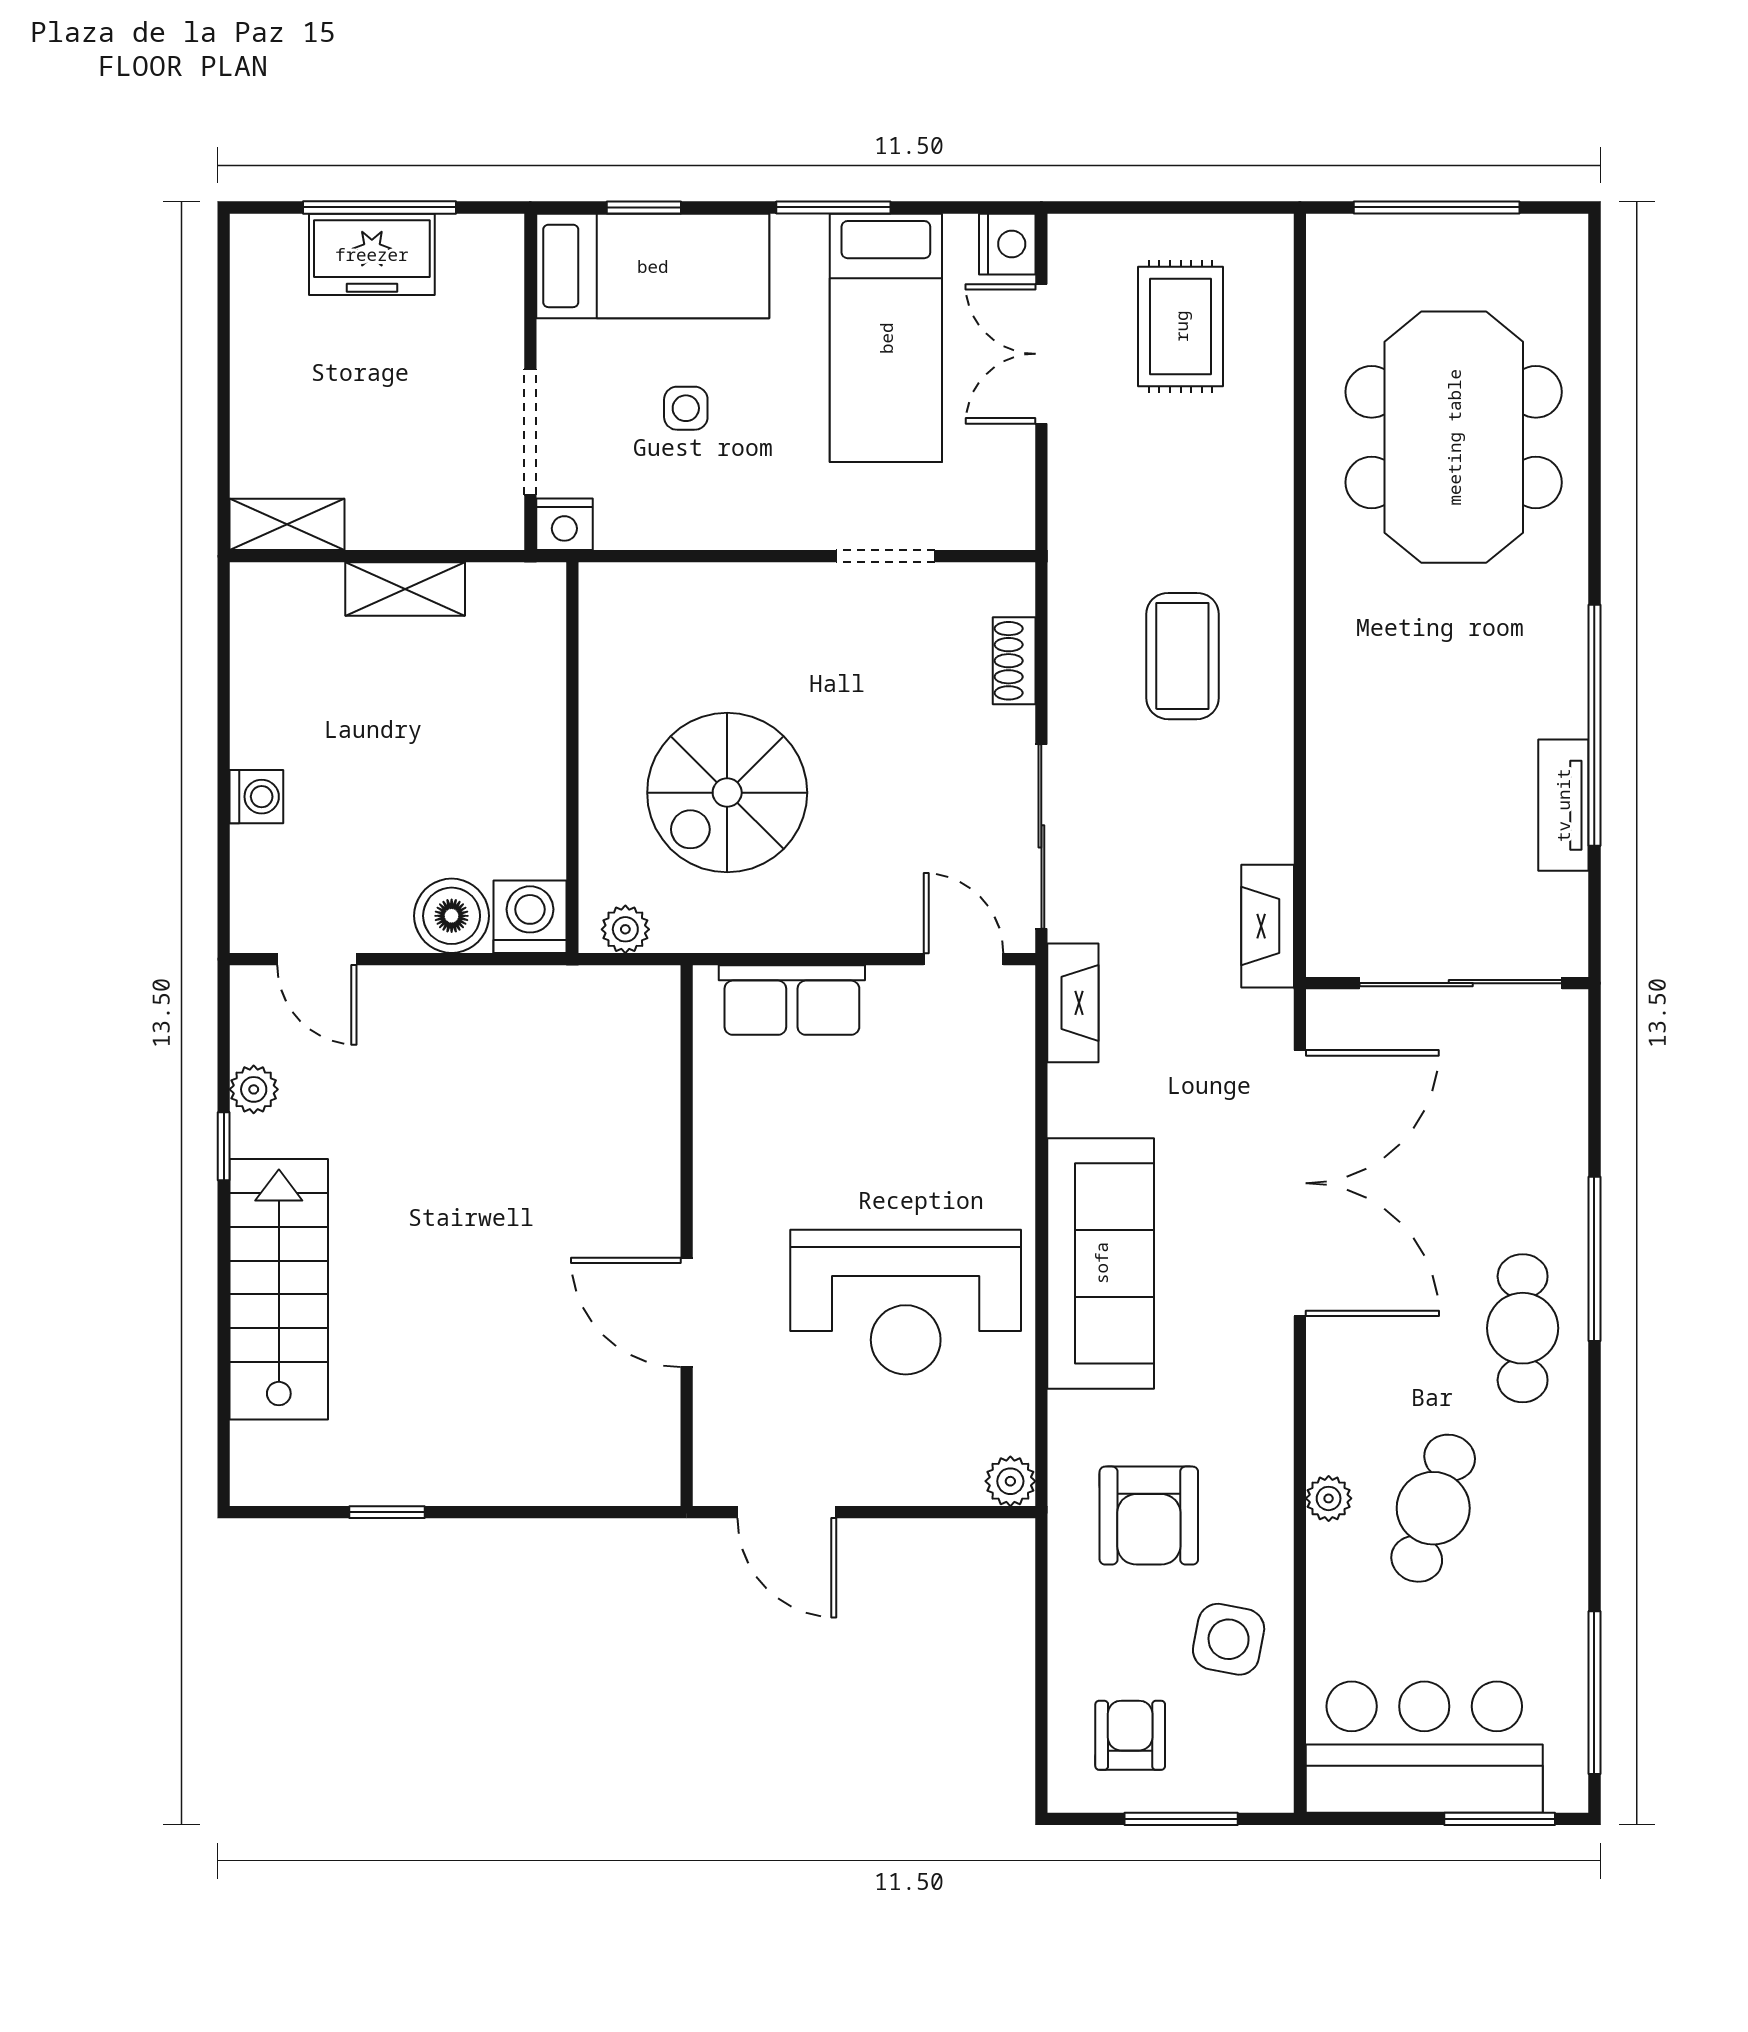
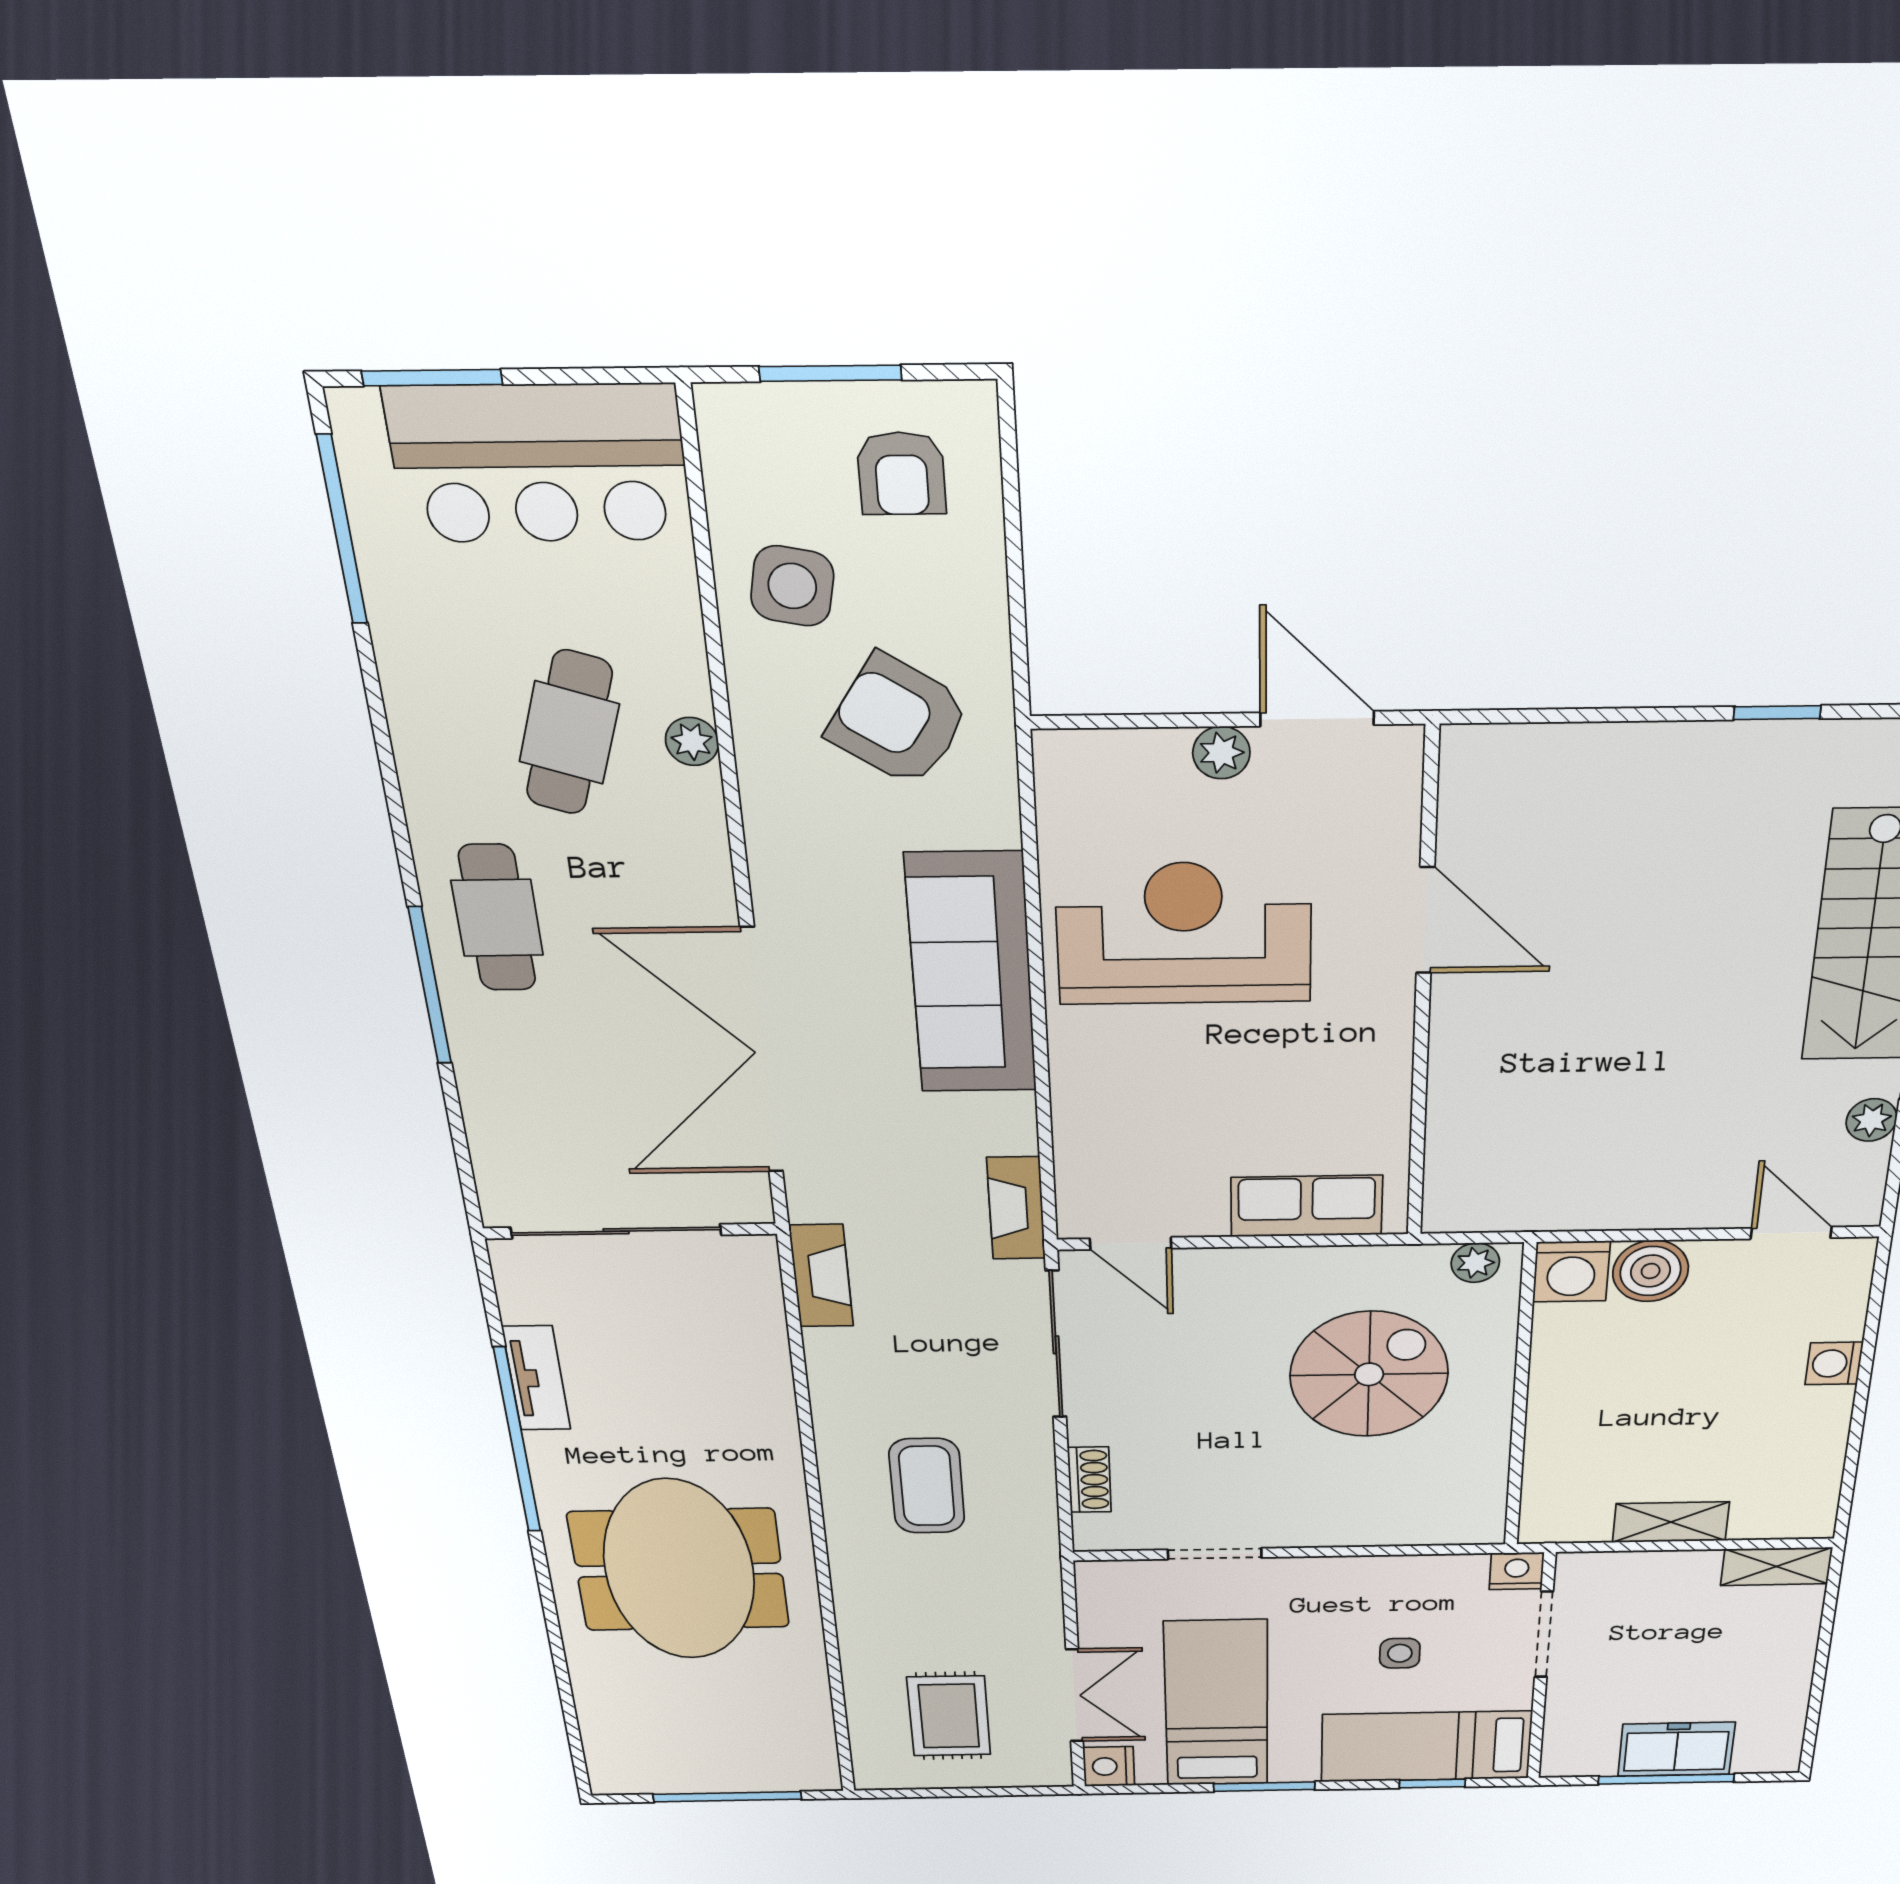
meeting table: (1454, 437) -> (679, 1570), moved
plant: (1010, 1481) -> (1221, 753), moved
armchair: (1149, 1516) -> (898, 721), turned -57

